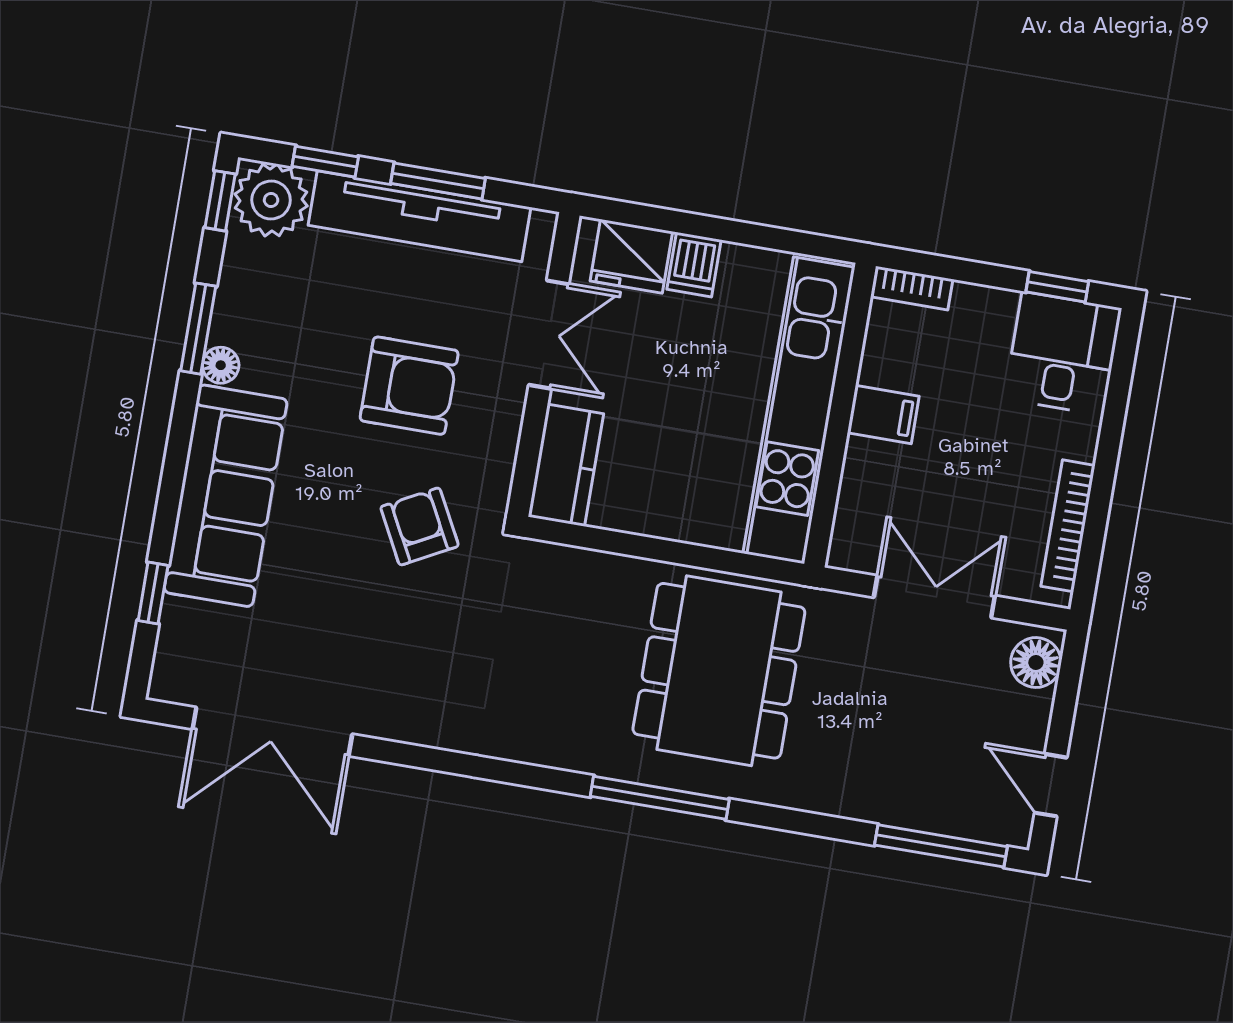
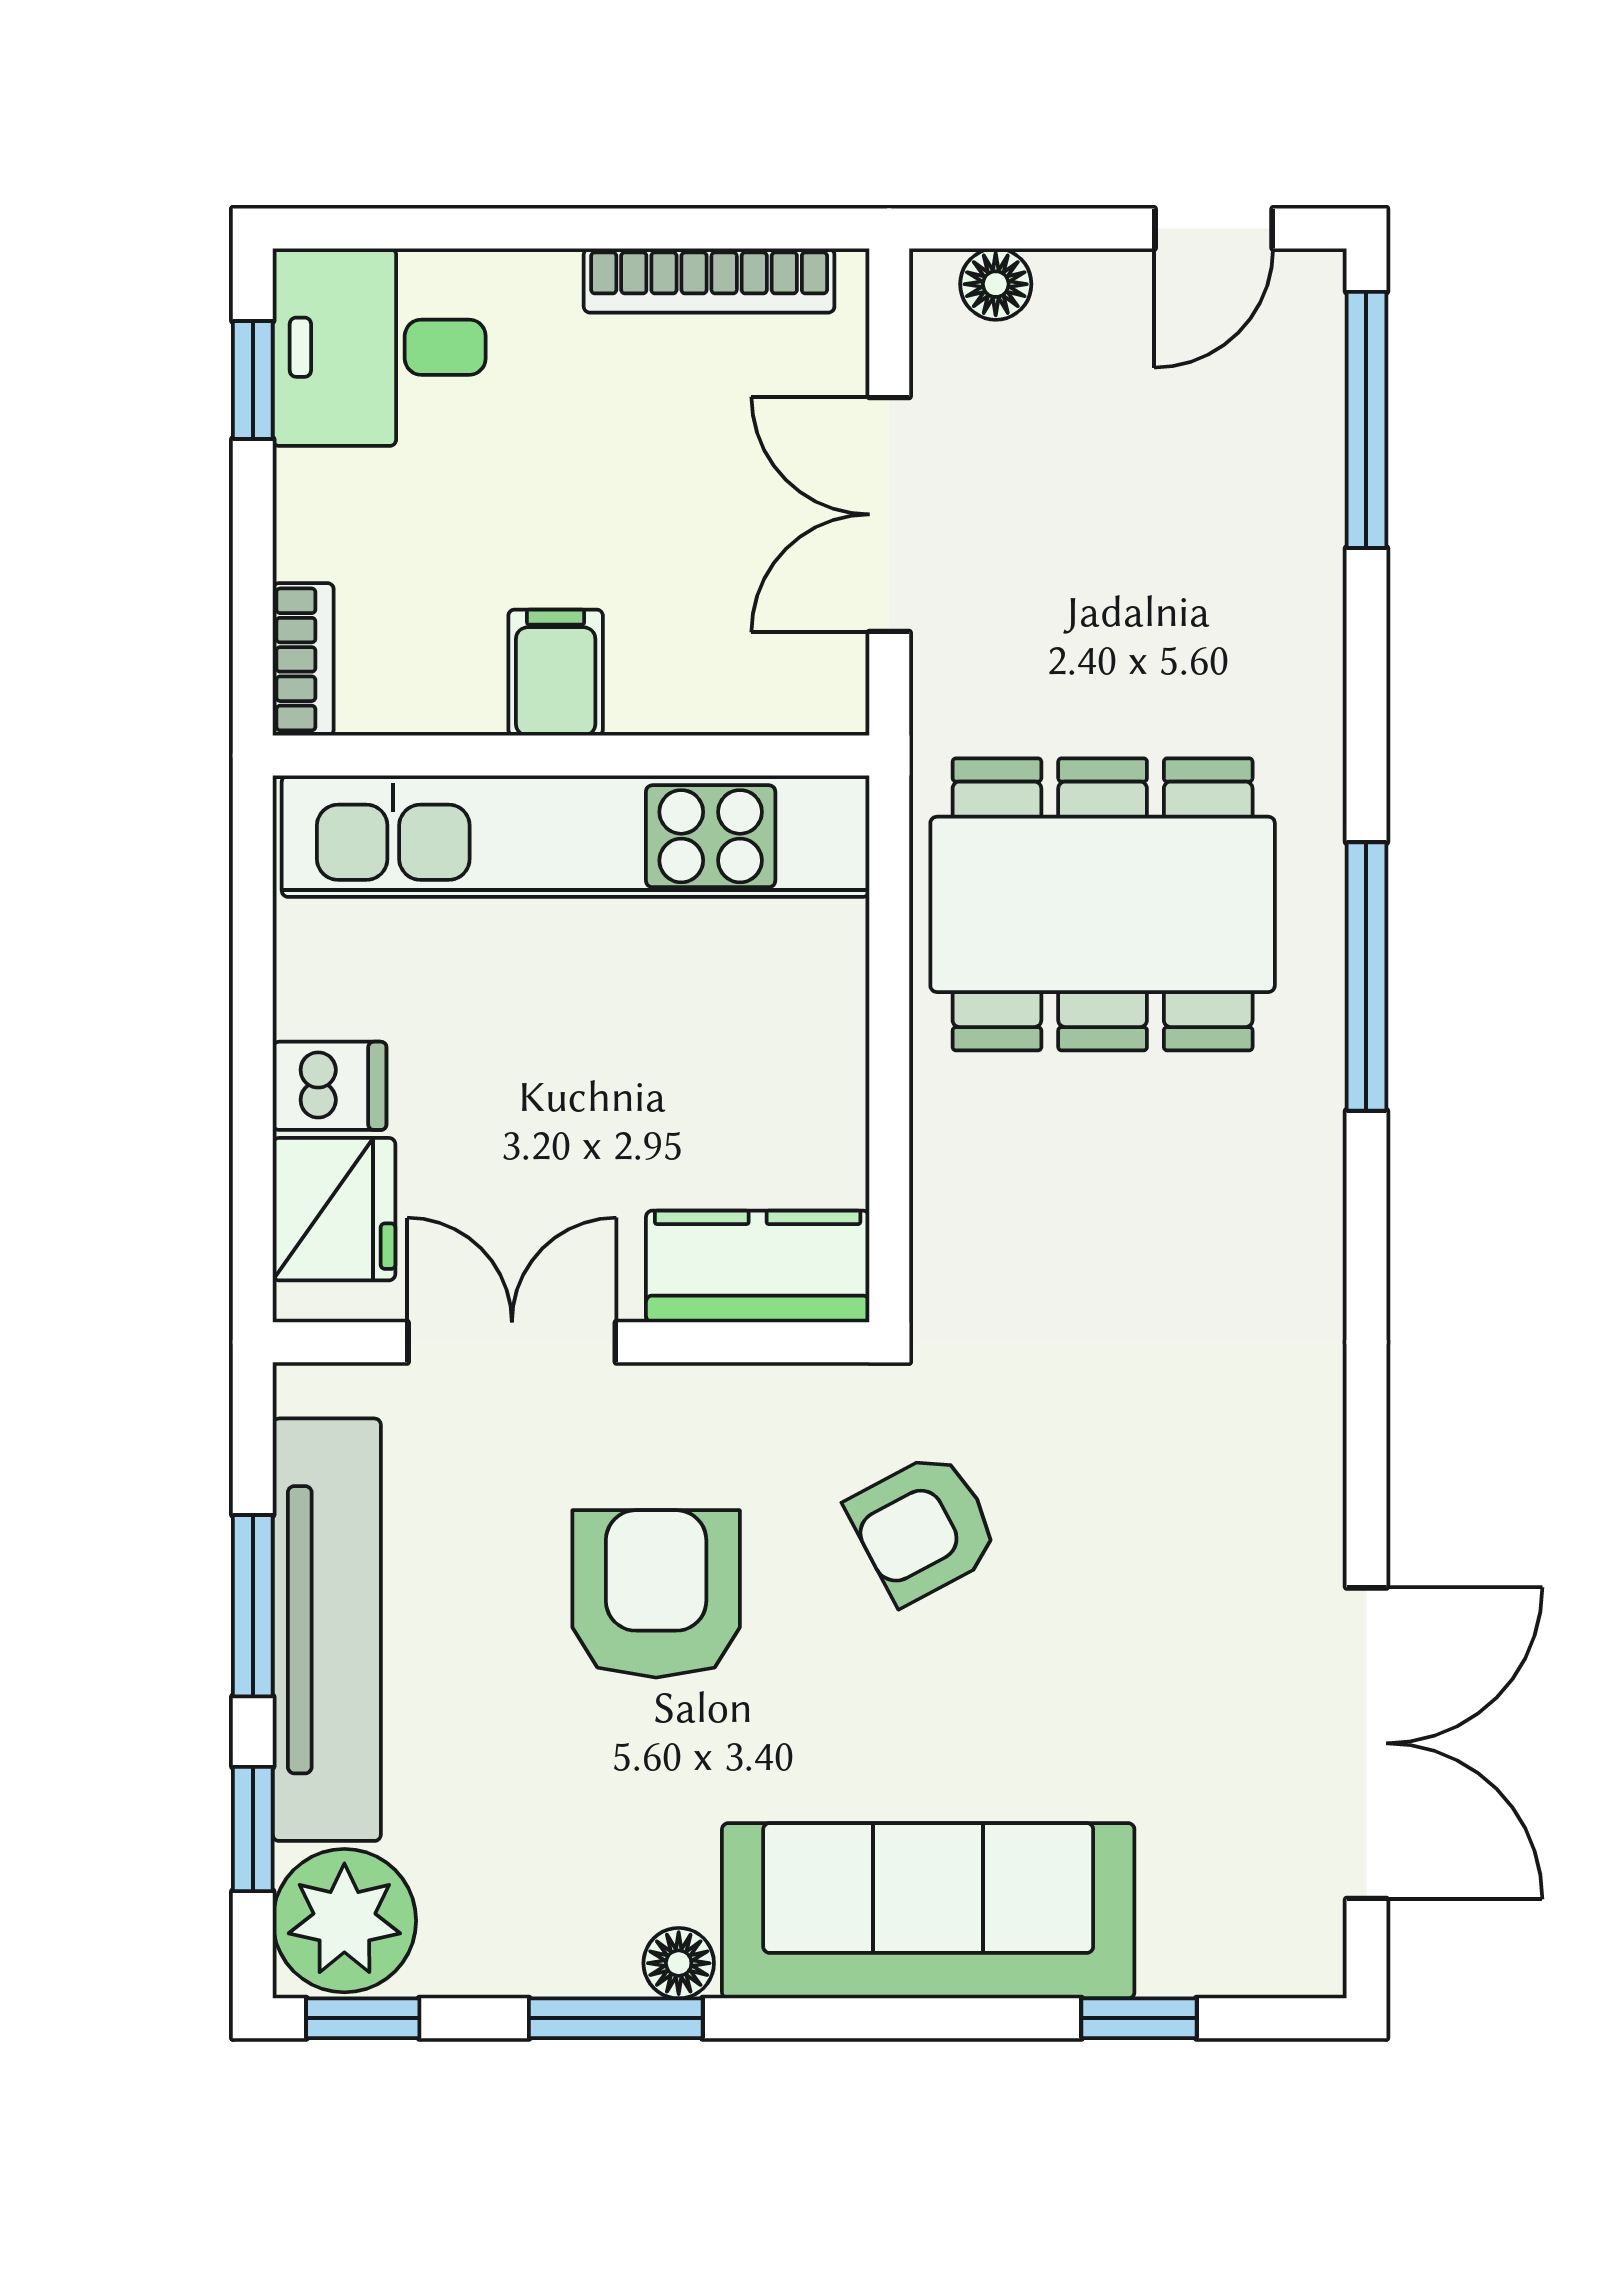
floor lamp: (1036, 663) -> (996, 284), width x0.73, depth x0.73

